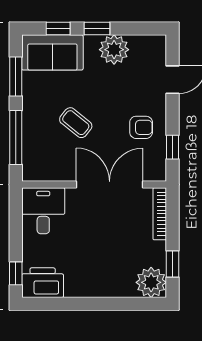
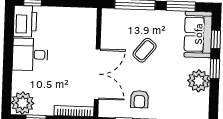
desk: (43, 211) -> (30, 54), moved, turned 180

